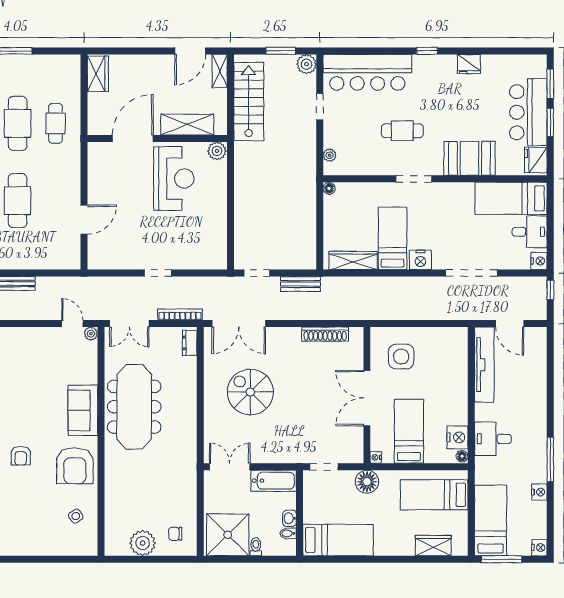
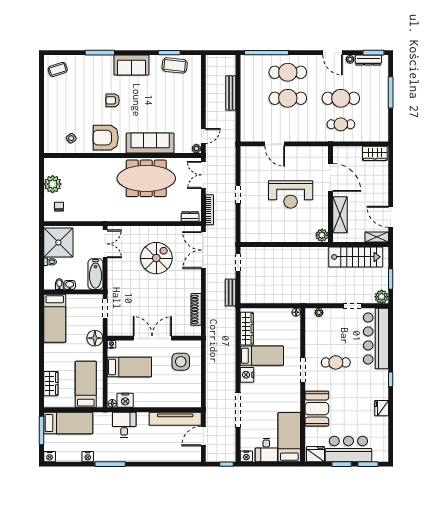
cafe table: (402, 131) -> (336, 362), turned 90
reception desk: (174, 179) -> (291, 194), moved
sofa: (83, 410) -> (150, 143), width x1.36

